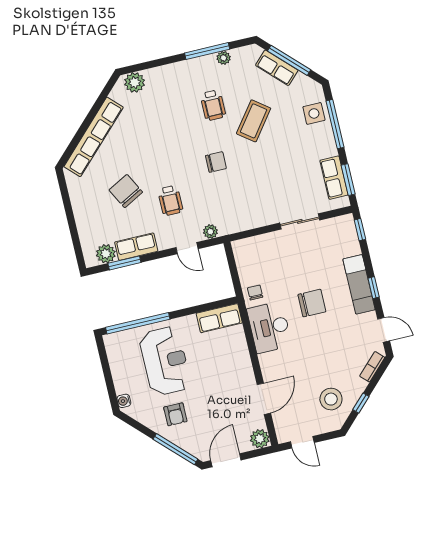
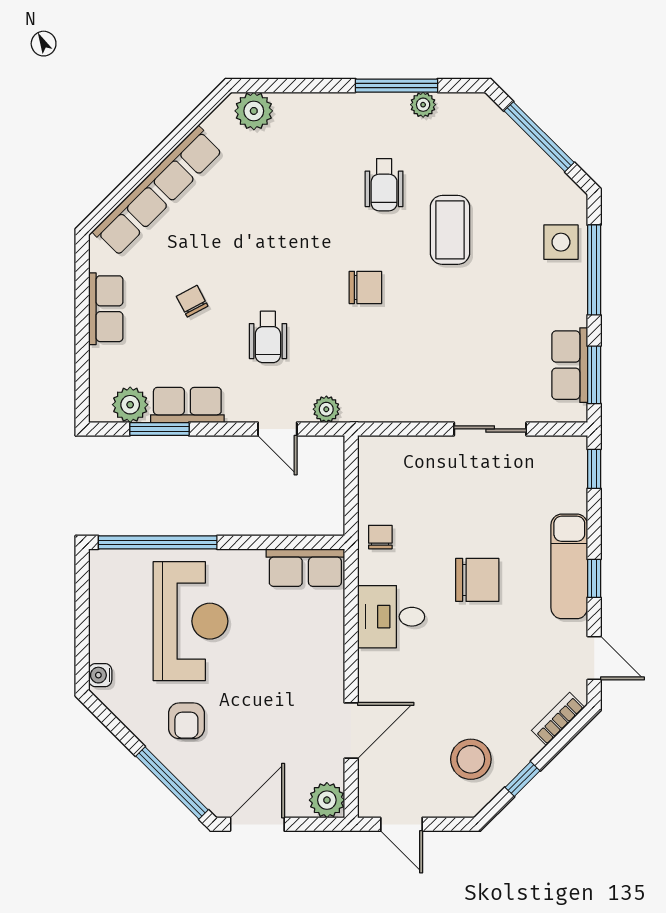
row of seats: (277, 68) -> (106, 309), moved, turned -135
coffee table: (254, 121) -> (450, 230), turned -37
chair: (126, 191) -> (192, 301), width x0.54, depth x0.54
desk: (269, 327) -> (391, 617), width x0.73

